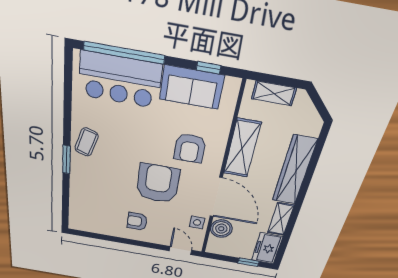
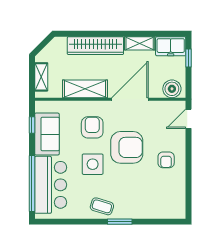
armchair: (190, 148) -> (92, 127), turned -90
armchair: (158, 184) -> (127, 147), turned 180
side table: (197, 222) -> (93, 164), moved, width x1.87, depth x1.87
boiler: (221, 229) -> (172, 89), moved

